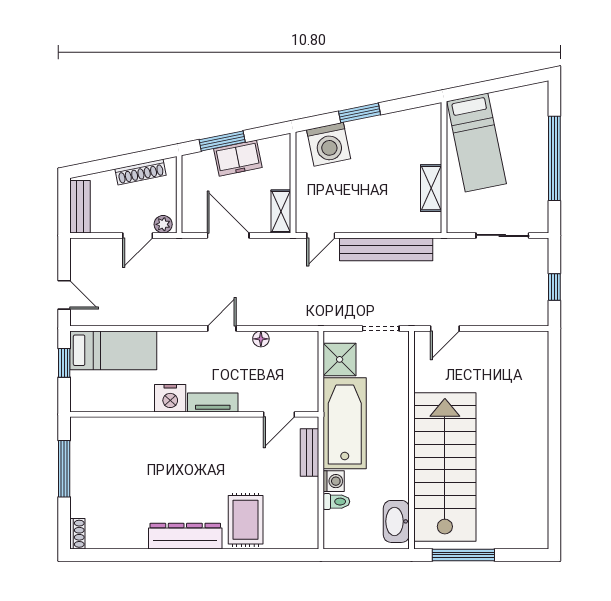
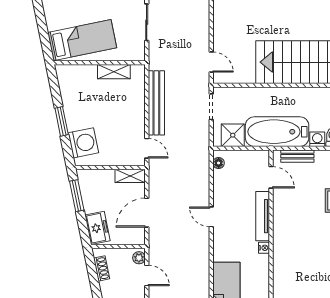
window: (222, 141) -> (77, 196), moved
freezer: (238, 158) -> (97, 228), moved
shoe rack: (141, 172) -> (102, 268), width x0.70
floor lamp: (261, 339) -> (219, 163), moved
nightstand: (170, 398) -> (264, 248), width x0.53, depth x0.56
tv unit: (213, 402) -> (263, 216), width x1.41

